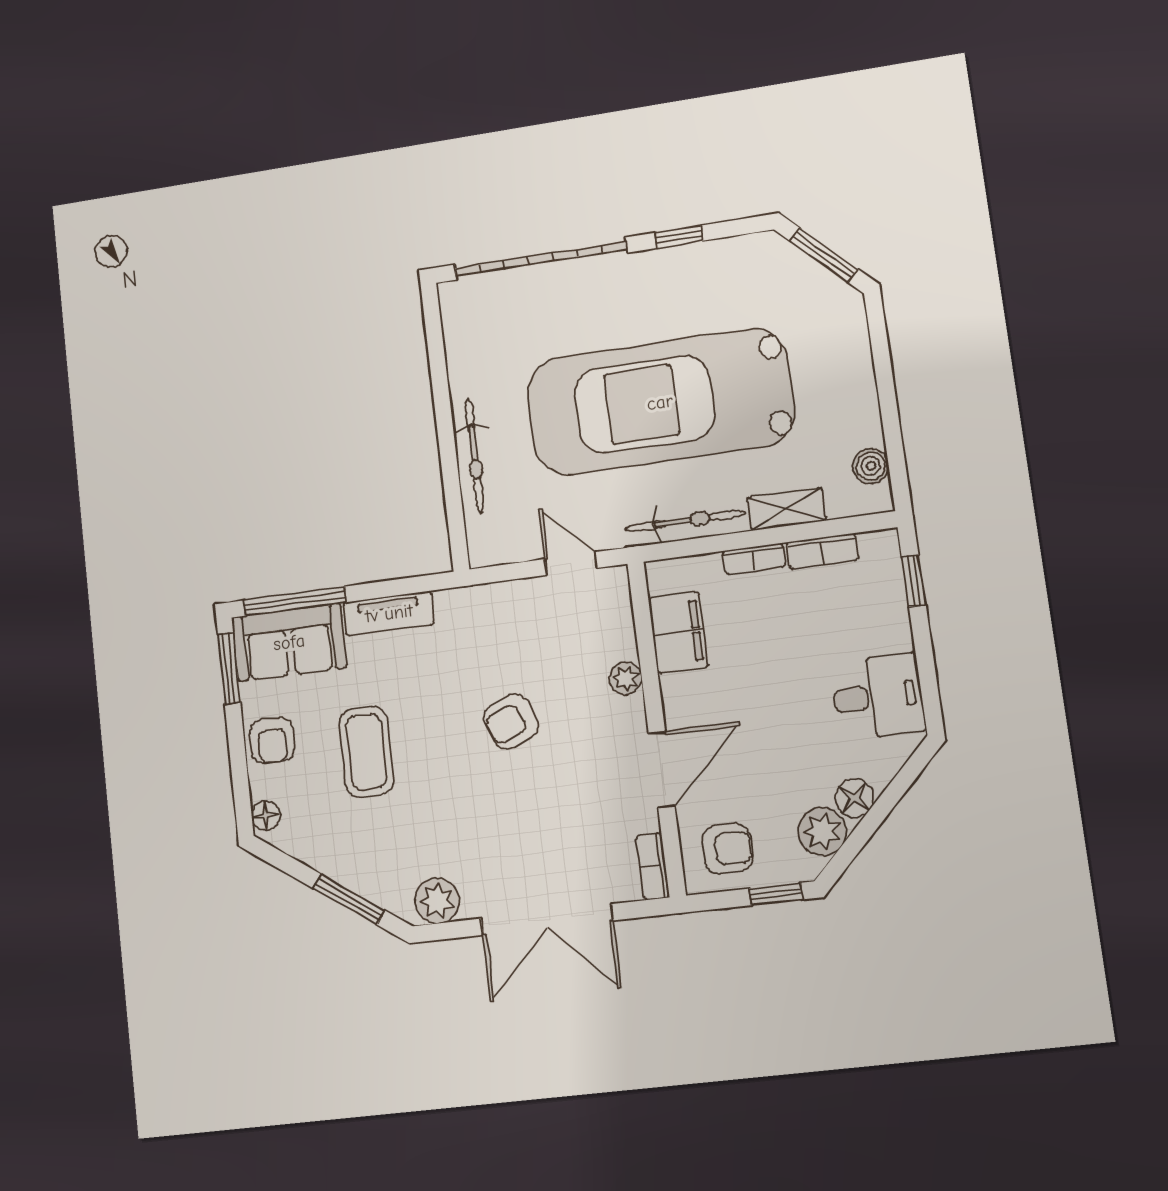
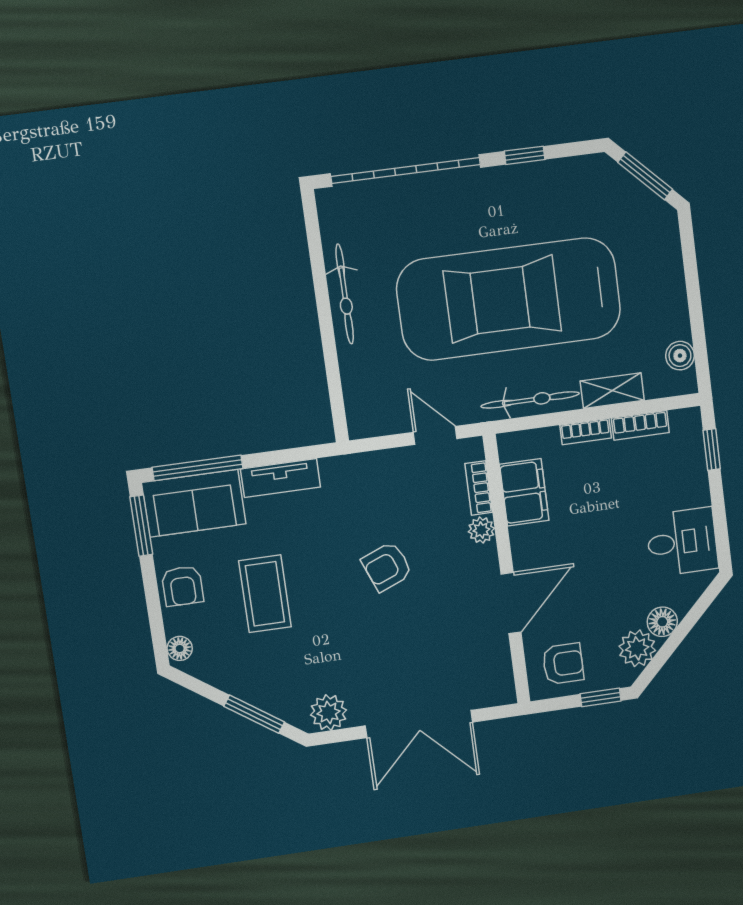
bicycle: (474, 456) -> (345, 294), moved
bookcase: (653, 866) -> (479, 488), moved

